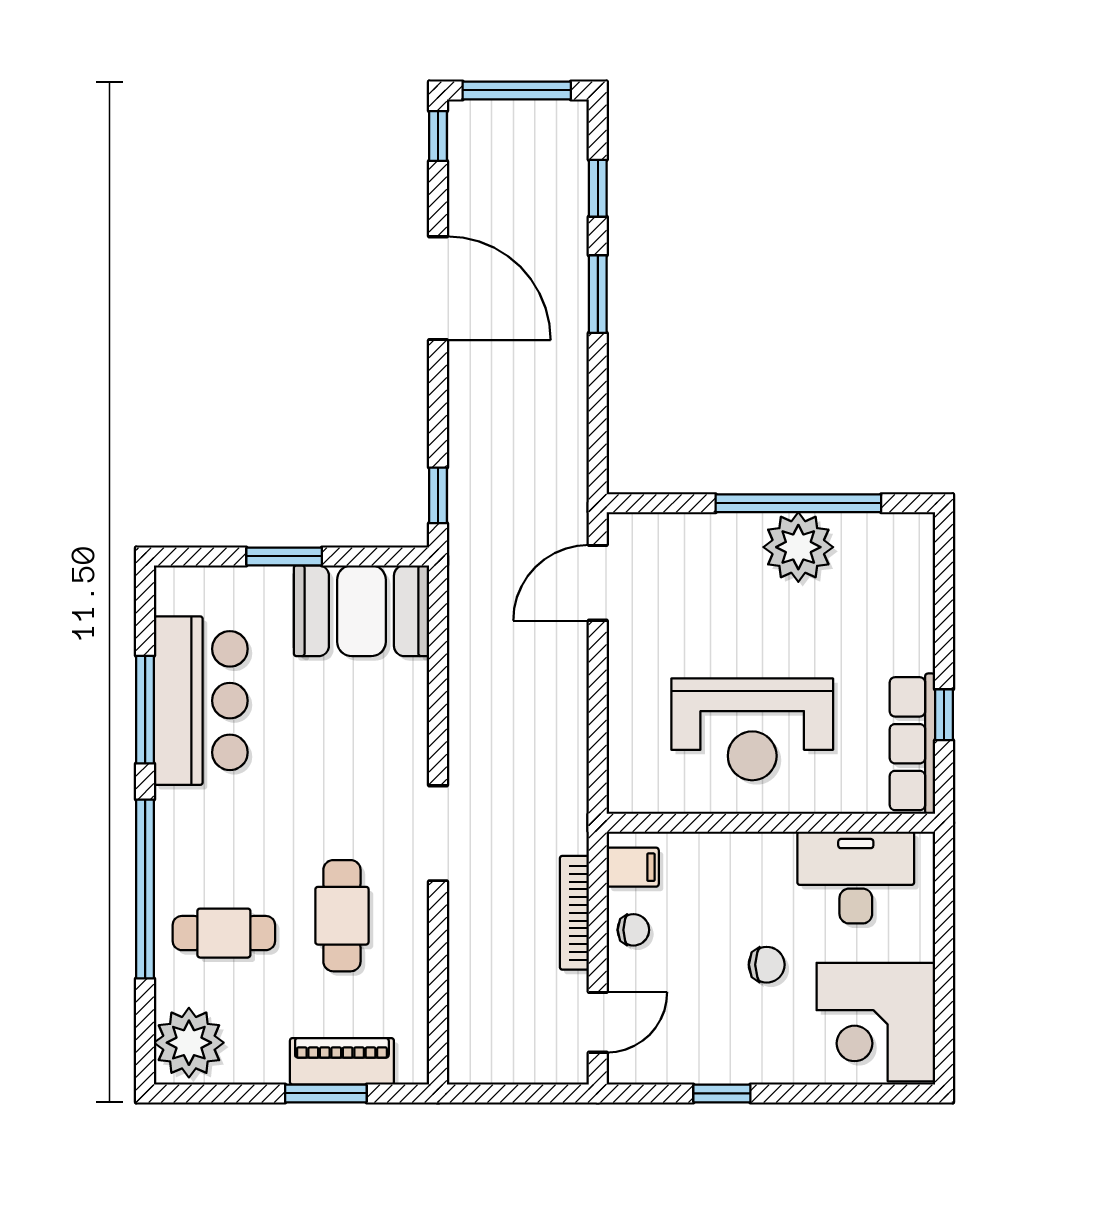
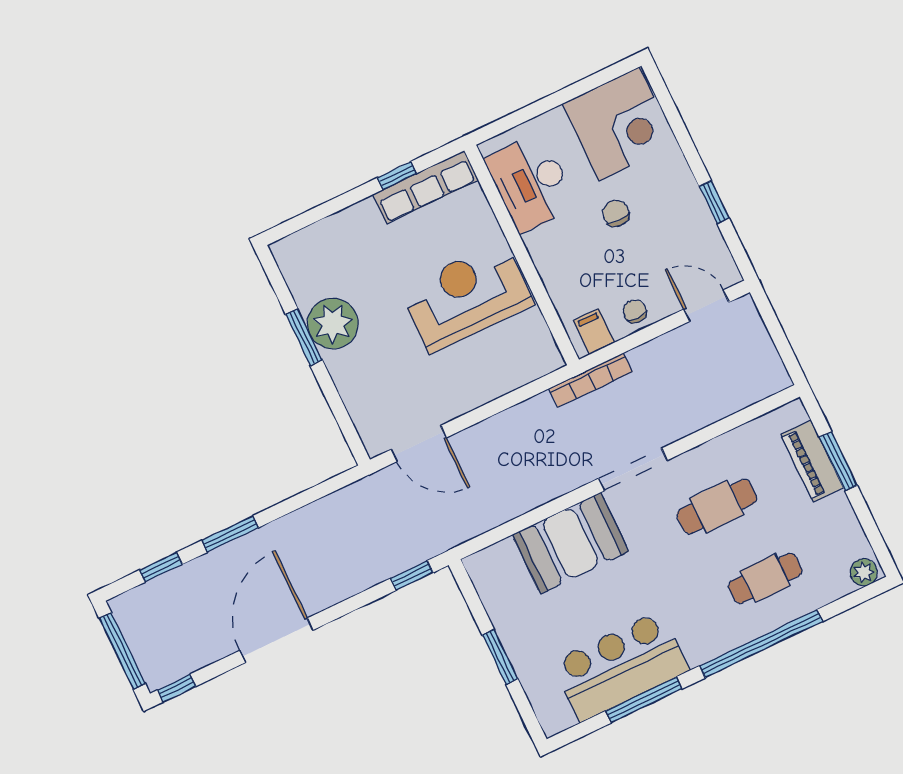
window: (798, 503) -> (304, 337), width x0.47
booth: (361, 611) -> (570, 543), moved, turned 90
reception desk: (752, 729) -> (466, 297), turned -90
bookcase: (574, 913) -> (591, 380), moved
cafe table: (224, 933) -> (765, 578), turned 90
plant: (189, 1043) -> (864, 572), width x0.53, depth x0.53

